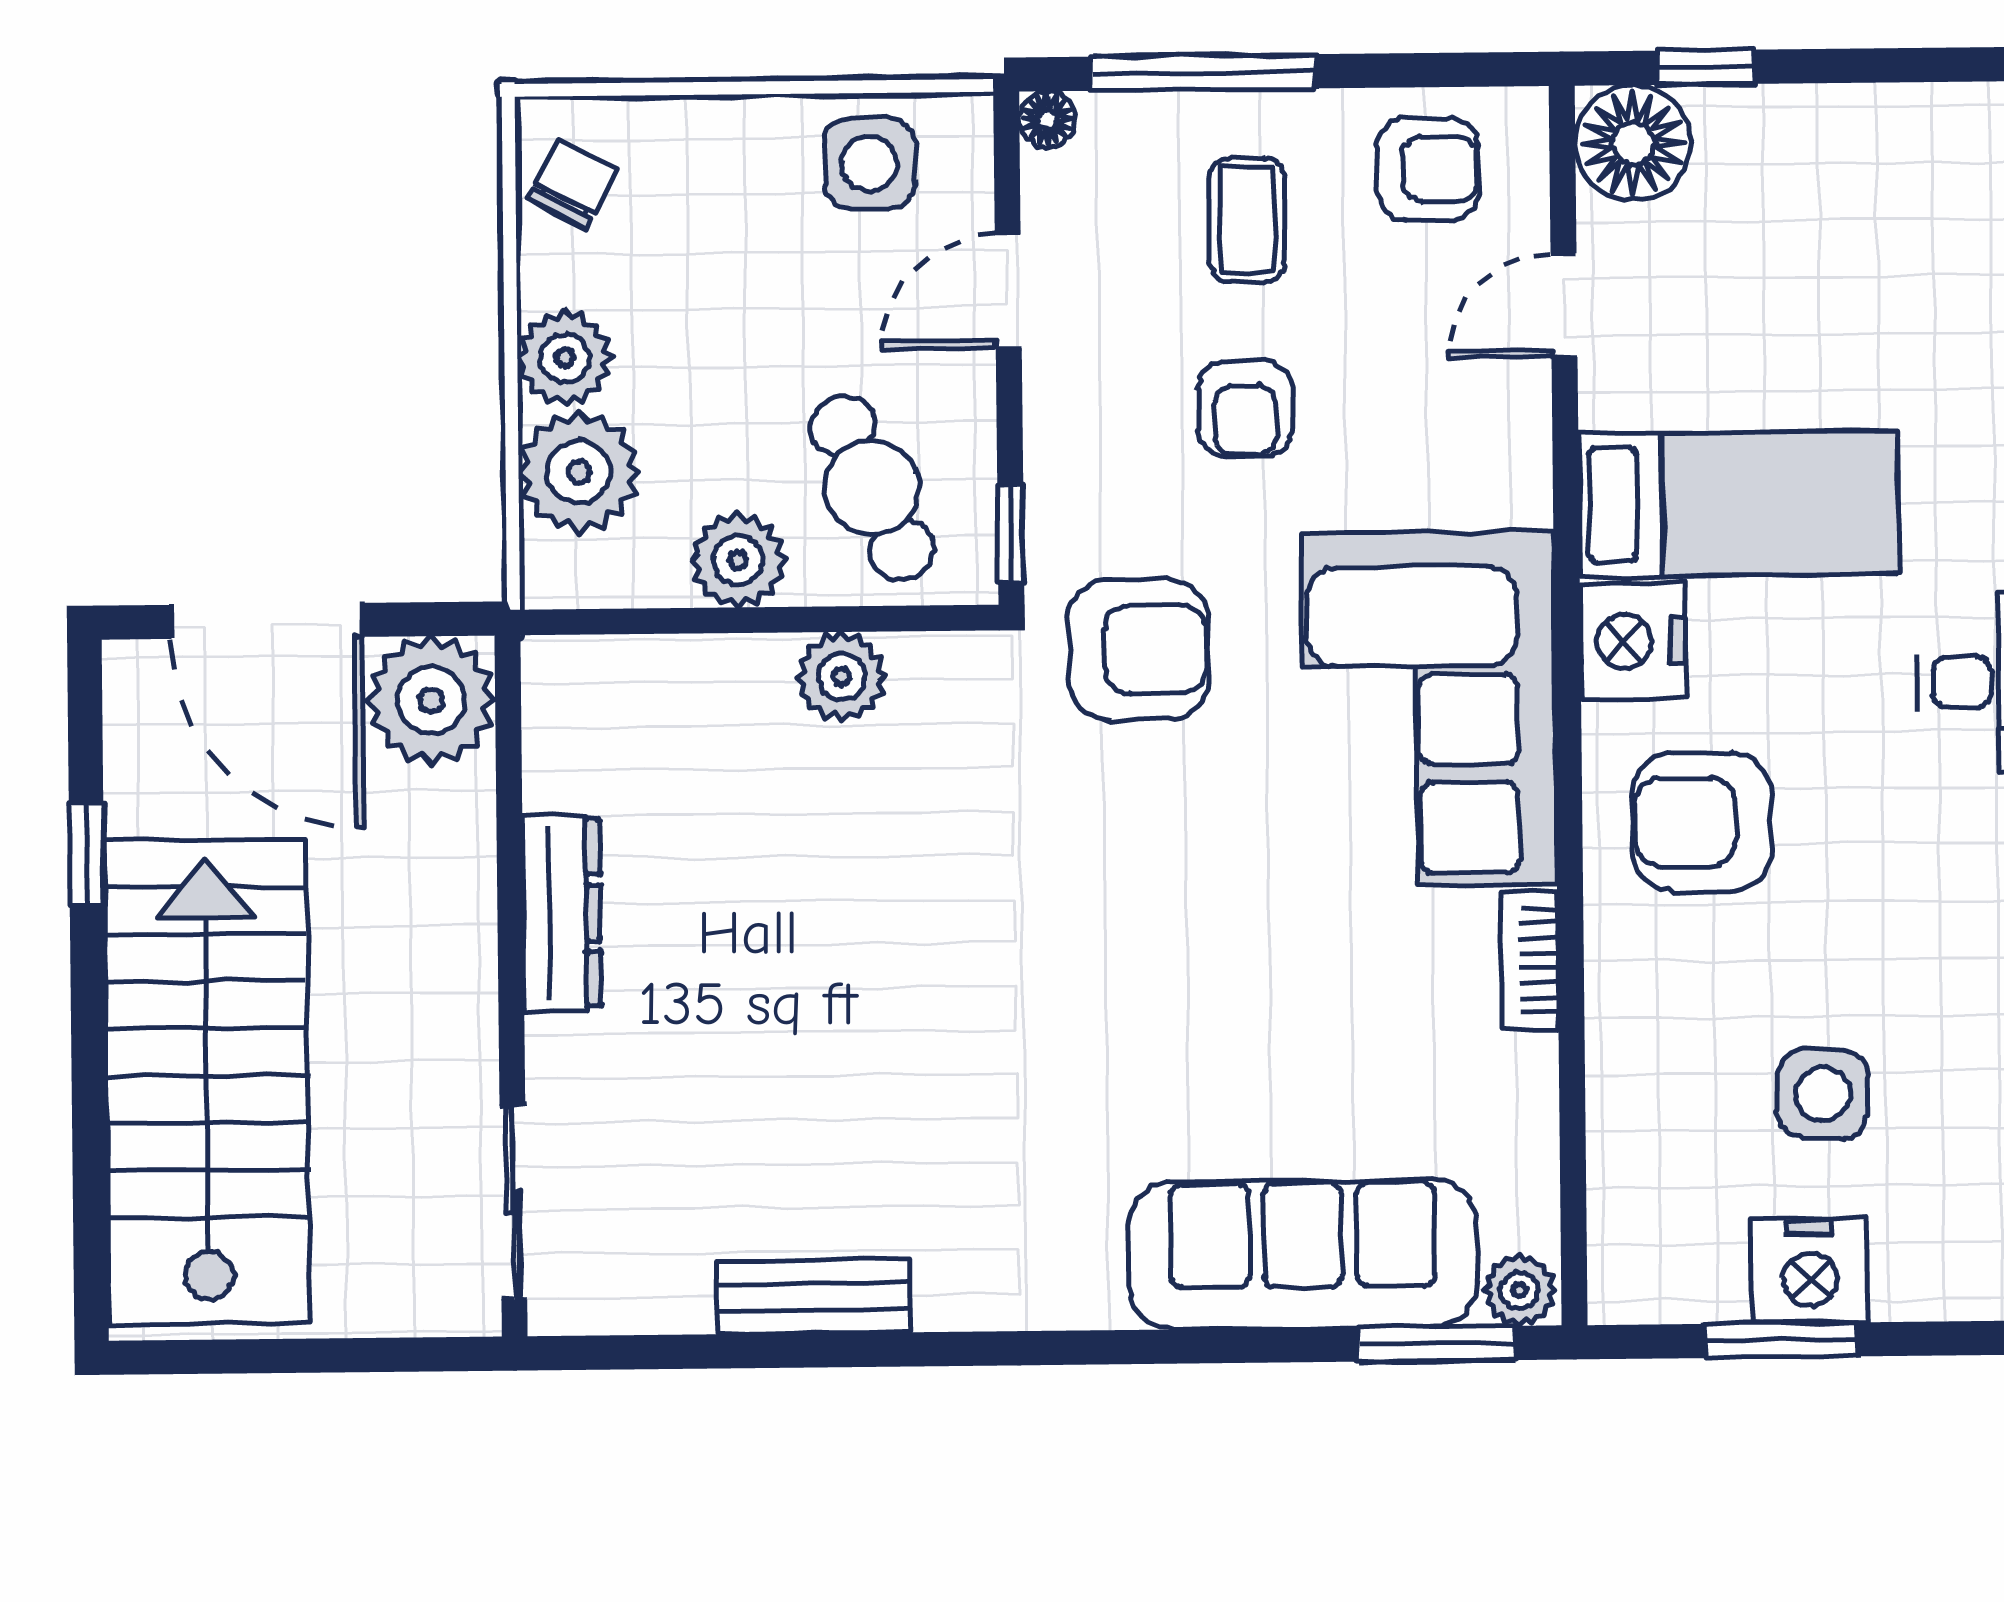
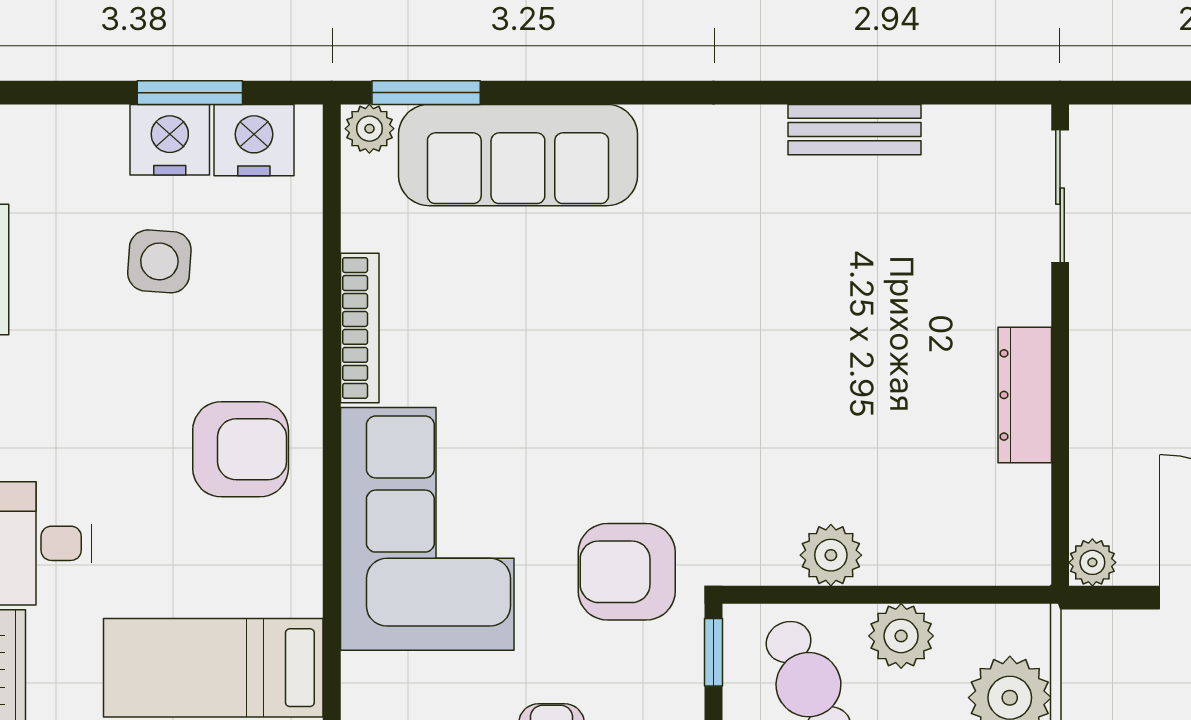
nightstand: (1632, 641) -> (254, 140), moved, turned -90
plant: (431, 700) -> (1092, 562), width x0.53, depth x0.53
bookcase: (1530, 961) -> (360, 328), width x1.56

